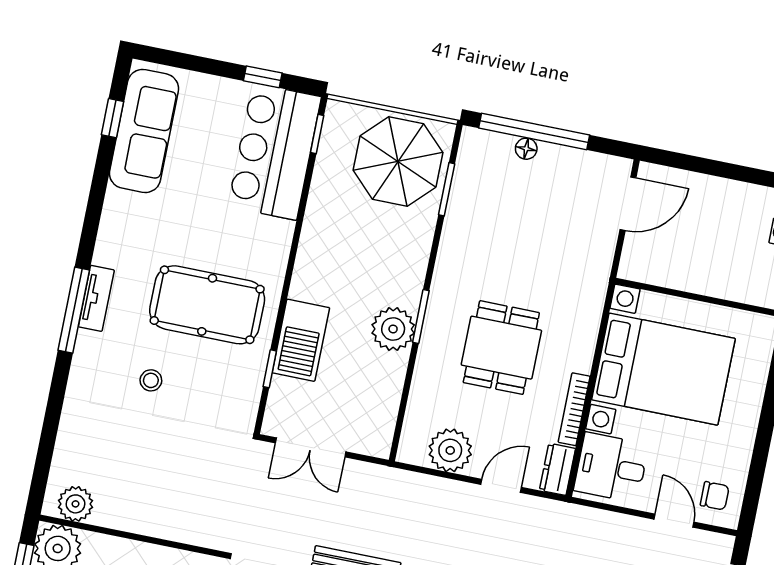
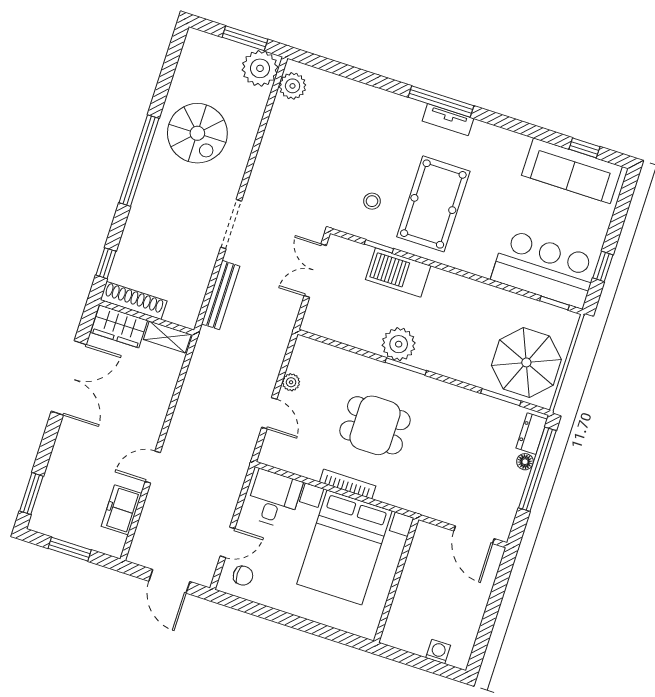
stool: (151, 380) -> (372, 201), moved
bookcase: (574, 409) -> (348, 484), moved
plant: (450, 450) -> (291, 382), width x0.53, depth x0.53
dresser: (557, 469) -> (532, 434), moved, turned -90
chair: (715, 496) -> (243, 576), turned -90

